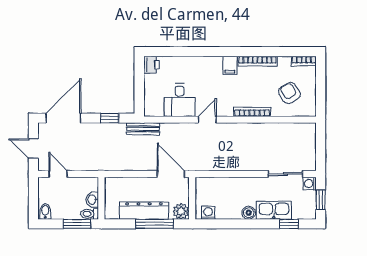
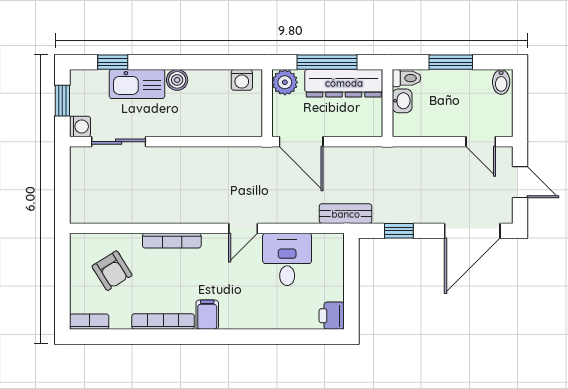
wall: (101, 198) -> (388, 103), moved
washbasin: (92, 200) -> (402, 101), moved
toilet: (90, 214) -> (407, 78), moved

